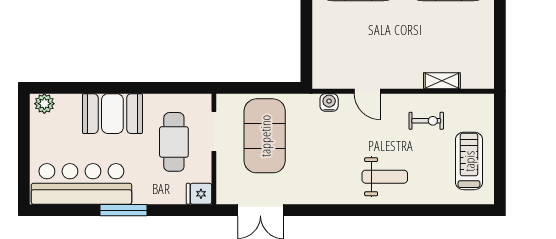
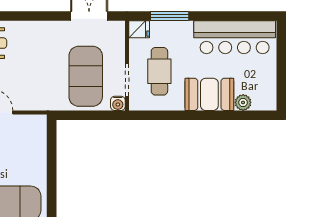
water cooler: (329, 102) -> (118, 103), moved
plant: (44, 104) -> (243, 102), moved
window: (124, 210) -> (170, 16), moved

